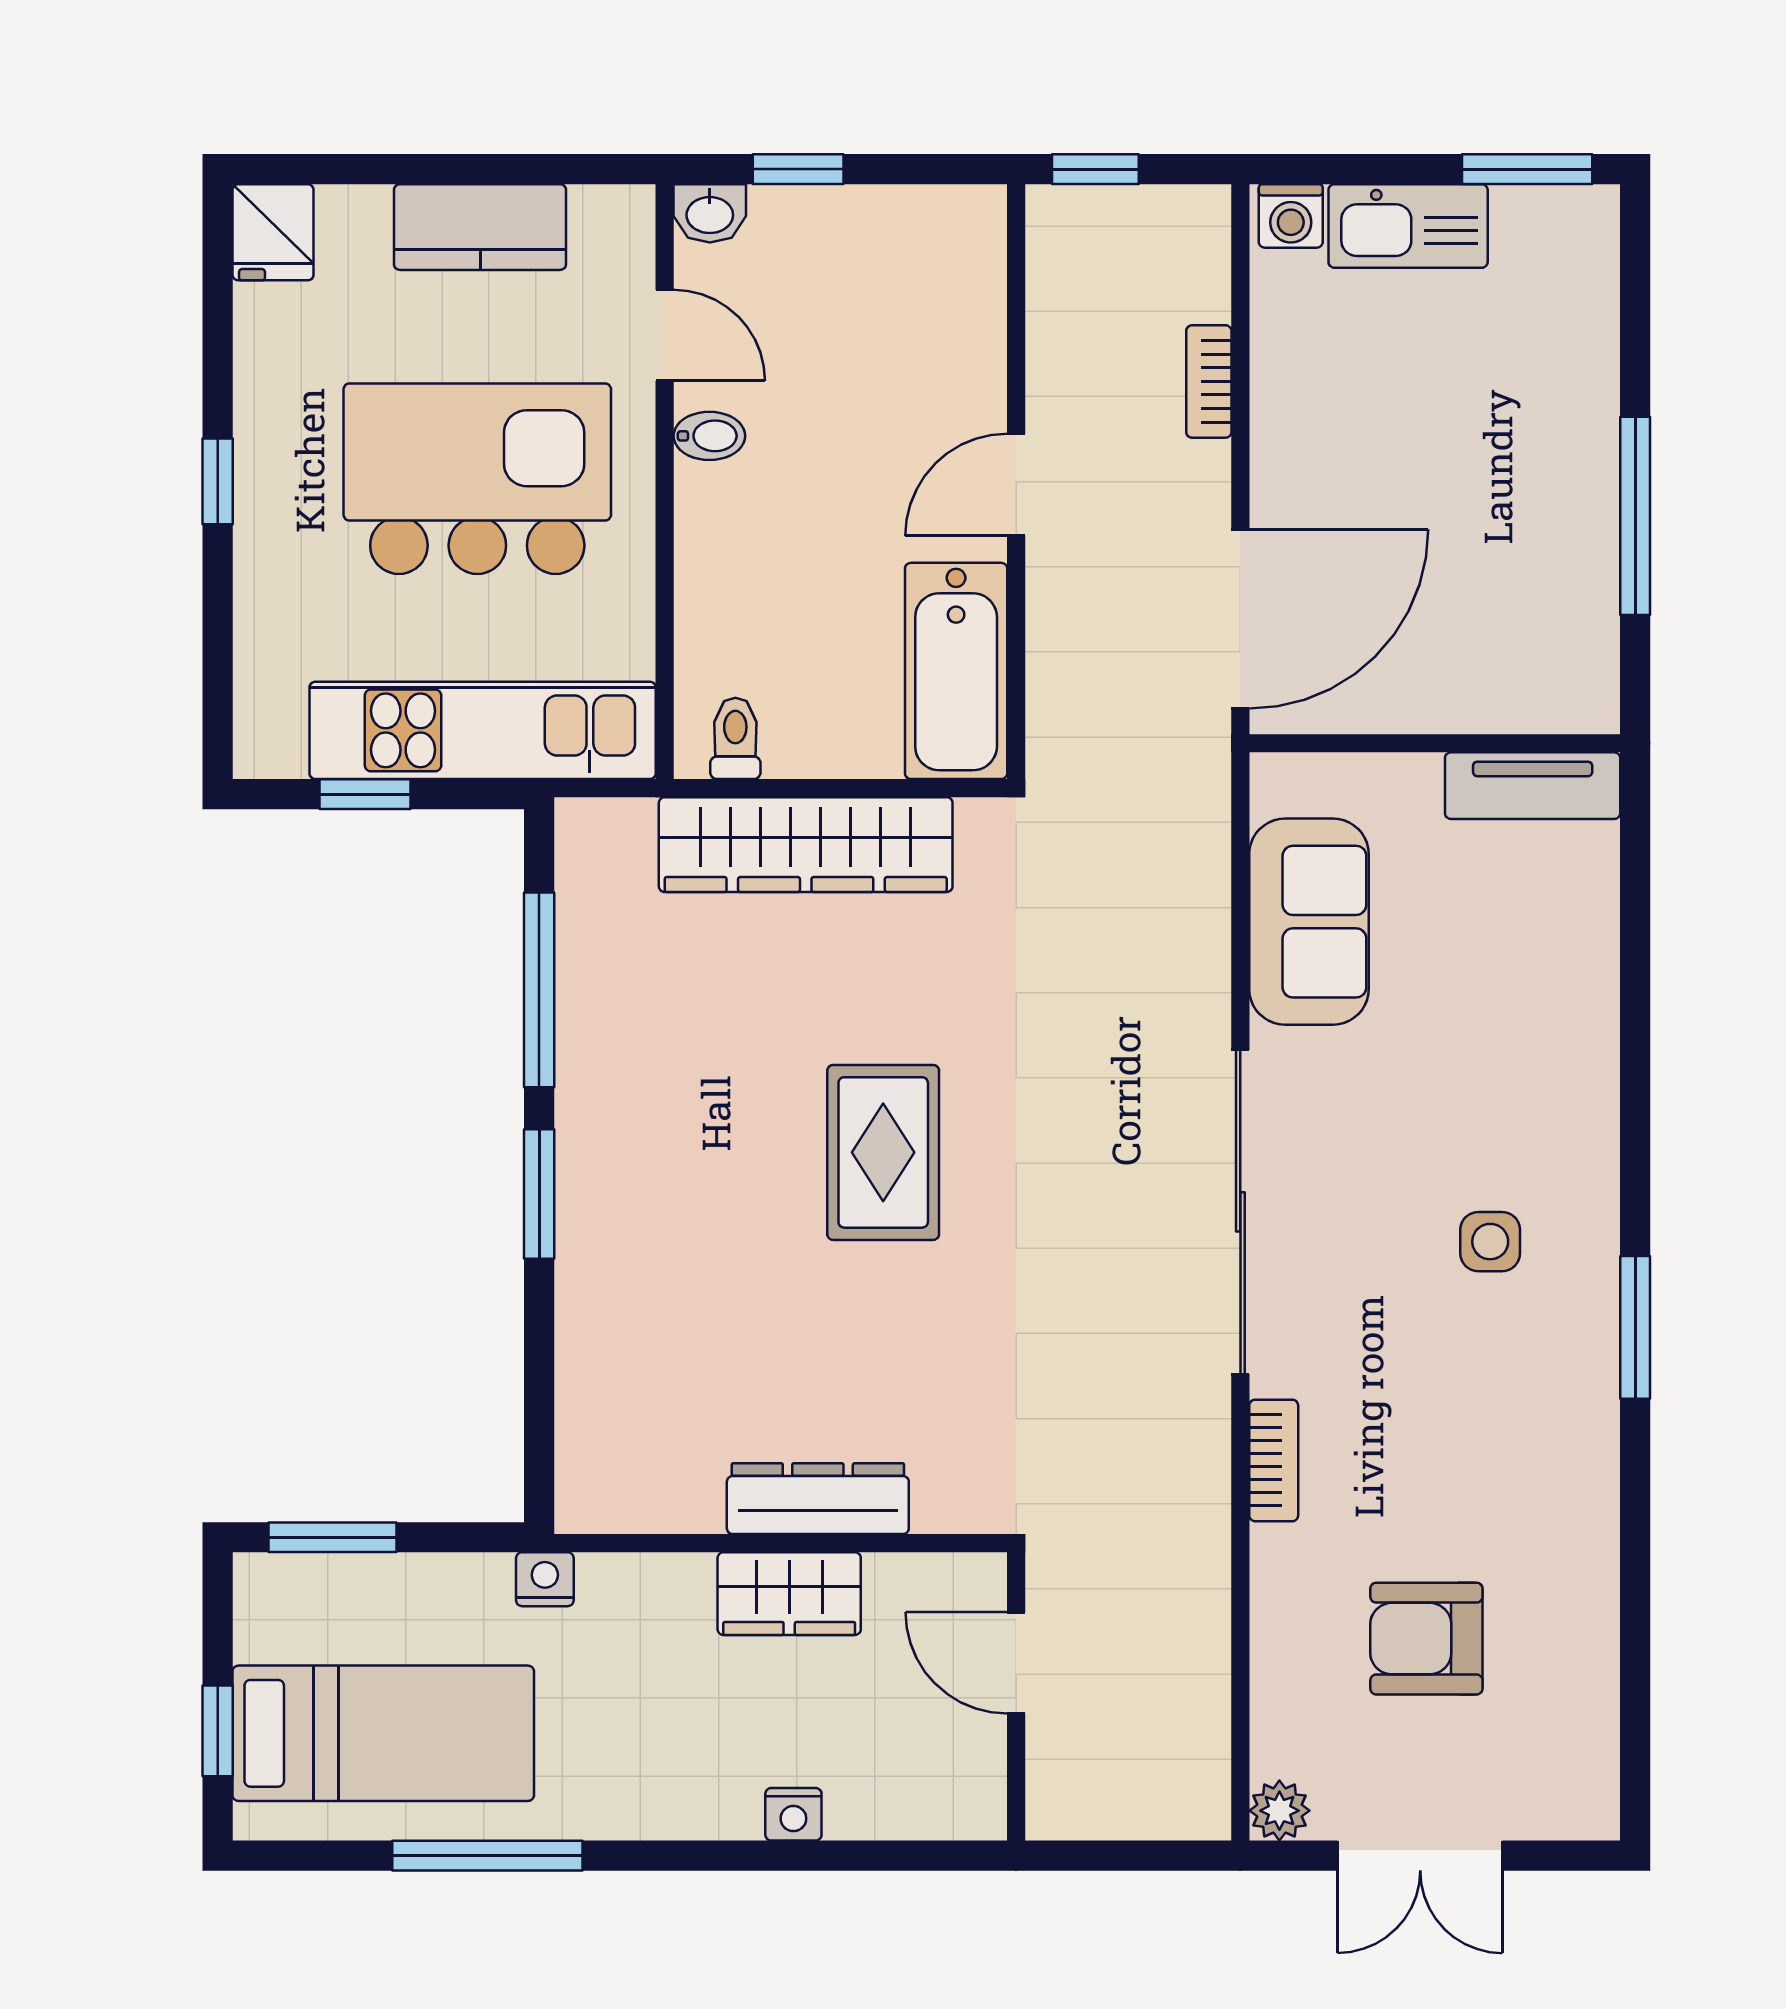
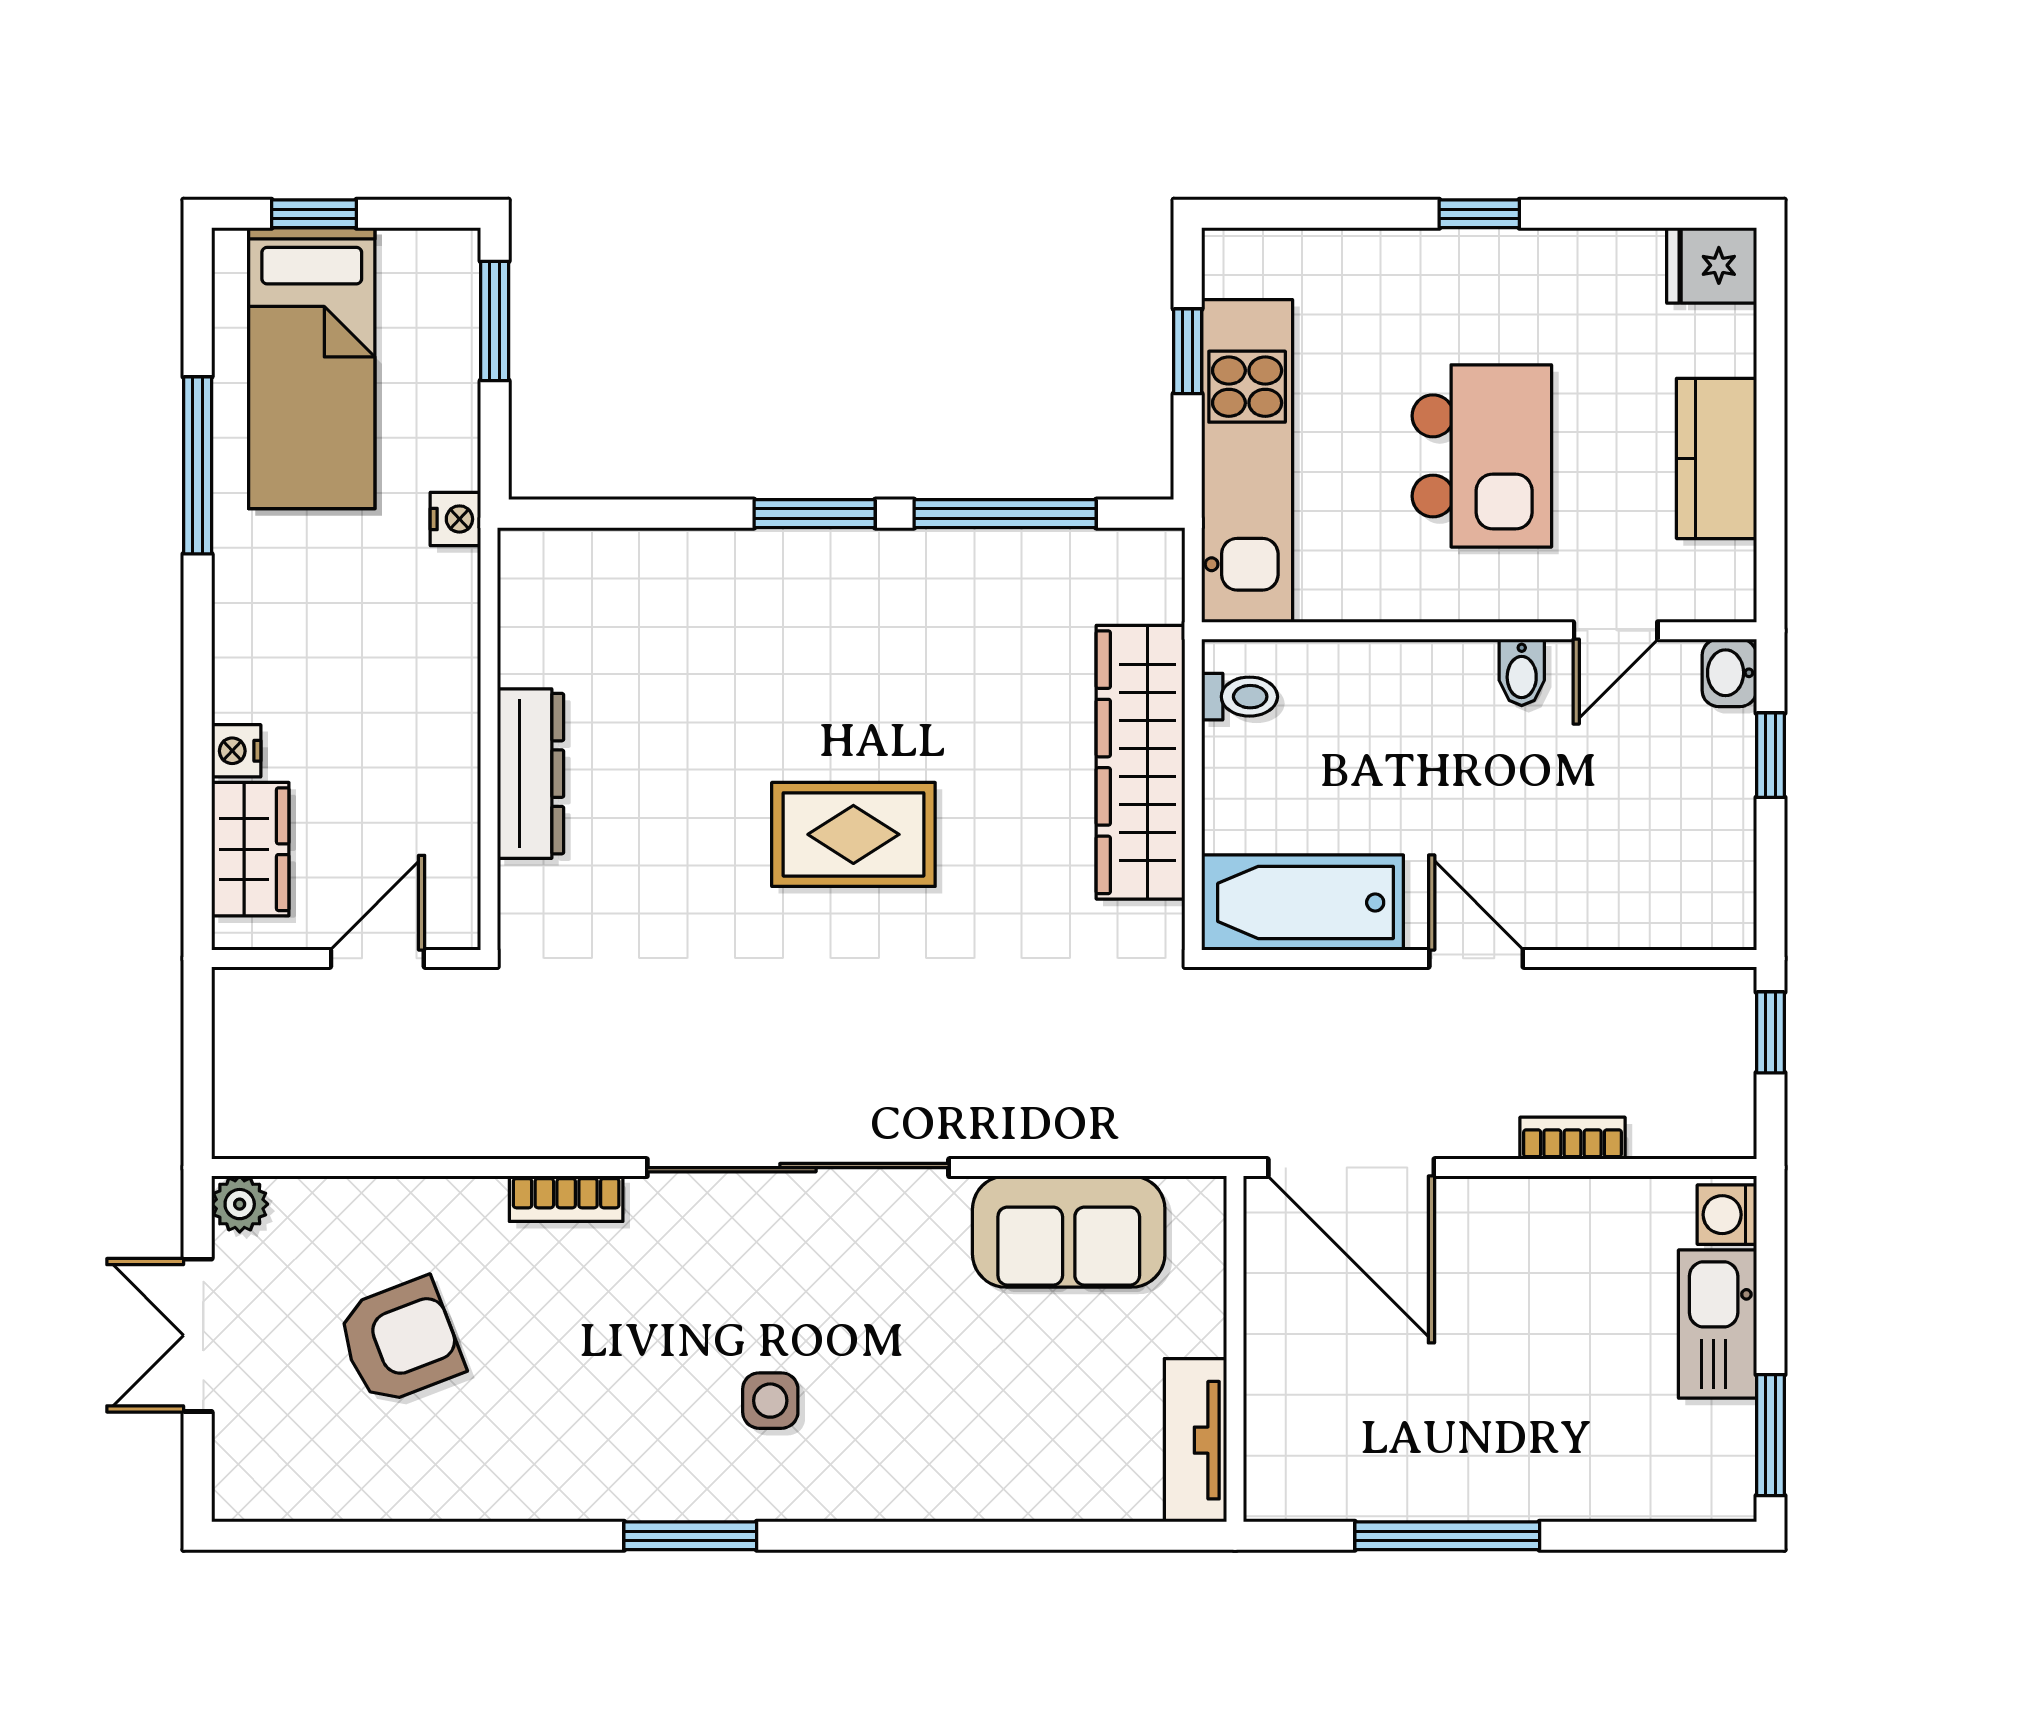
kitchen island: (477, 479) -> (1482, 456), width x0.73, depth x0.78
wardrobe: (789, 1594) -> (250, 849), moved, turned 180
armchair: (1426, 1639) -> (400, 1341), turned 69

